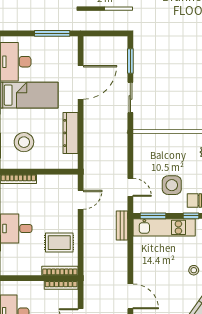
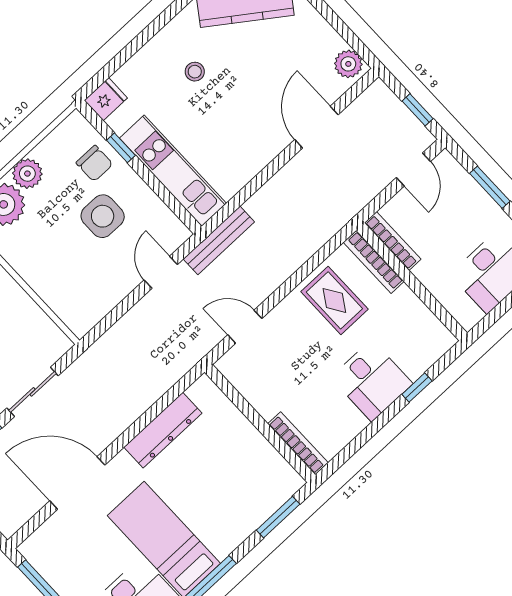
stool: (24, 142) -> (238, 484), removed
window: (153, 216) -> (172, 202), removed
bench: (122, 226) -> (219, 240), width x1.36

